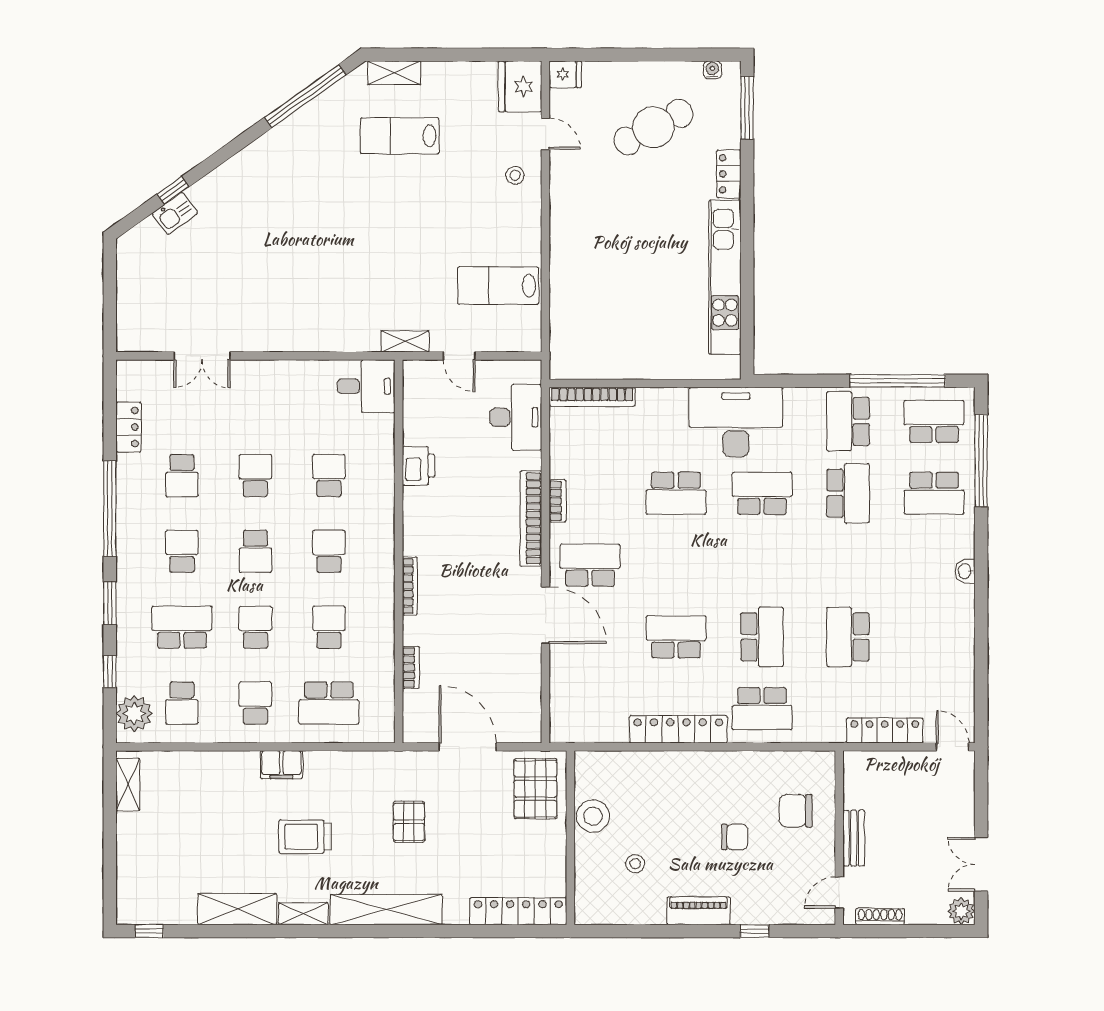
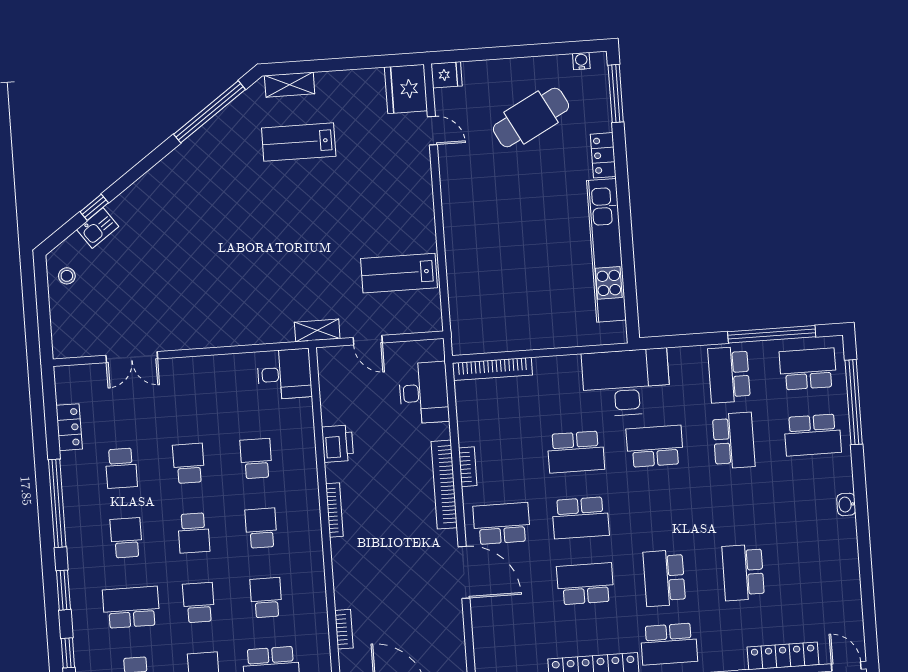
stool: (515, 175) -> (67, 276), moved
school desk: (676, 565) -> (581, 518), added
bookcase: (410, 586) -> (334, 510), moved
school desk: (762, 637) -> (664, 578), turned 180

